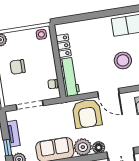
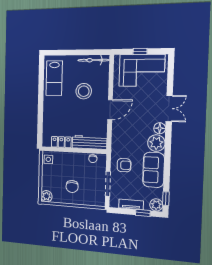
armchair: (87, 114) -> (124, 165), moved, width x0.53, depth x0.53

